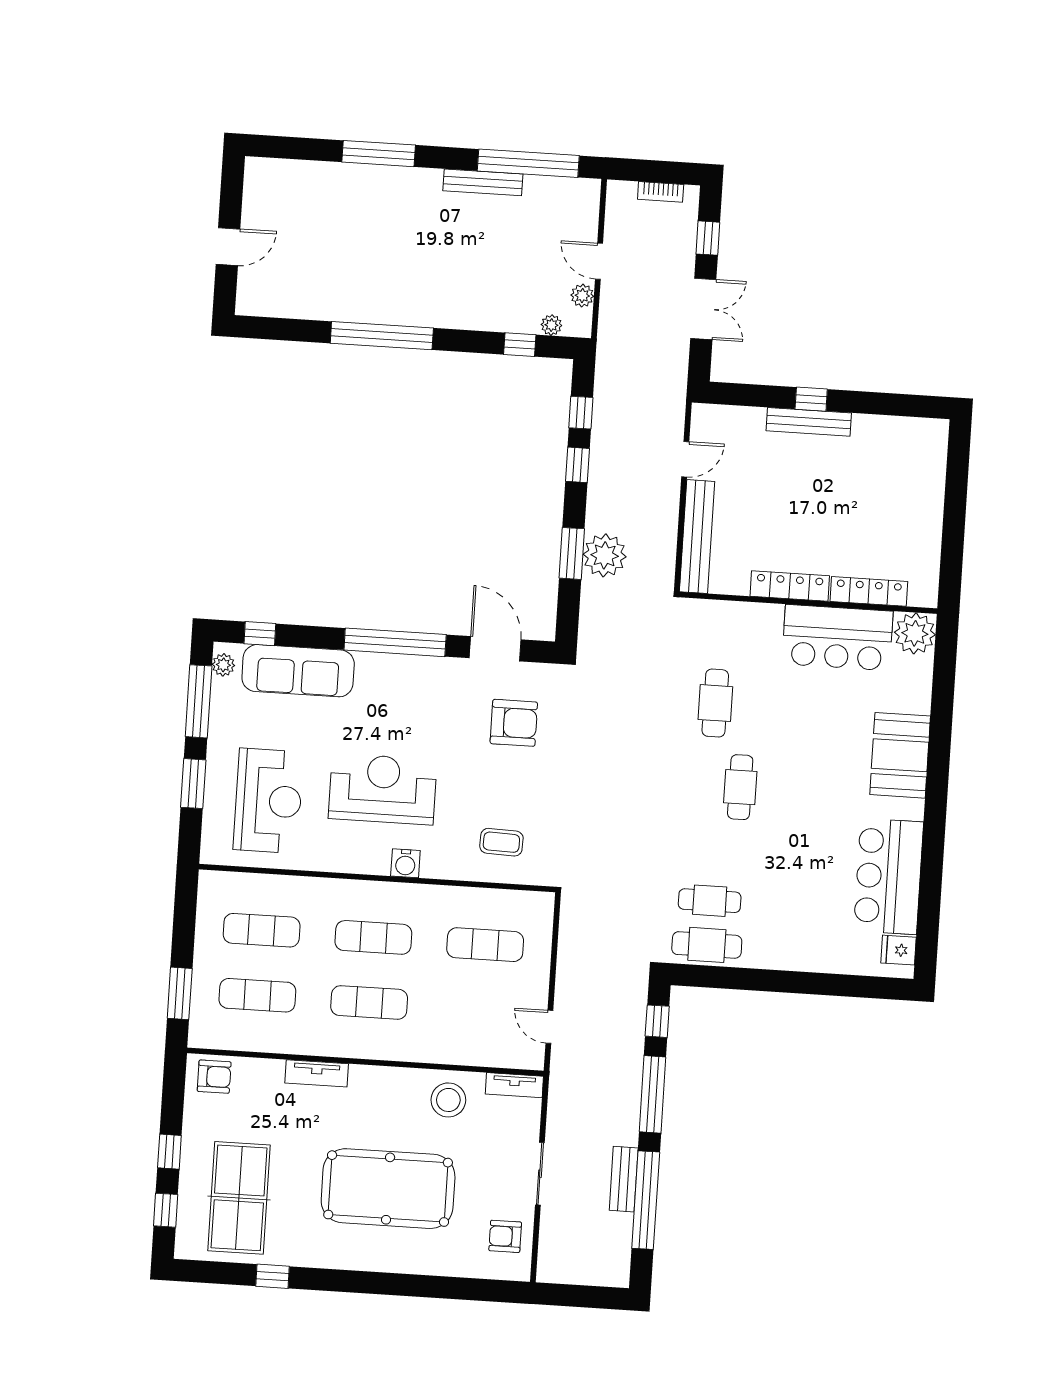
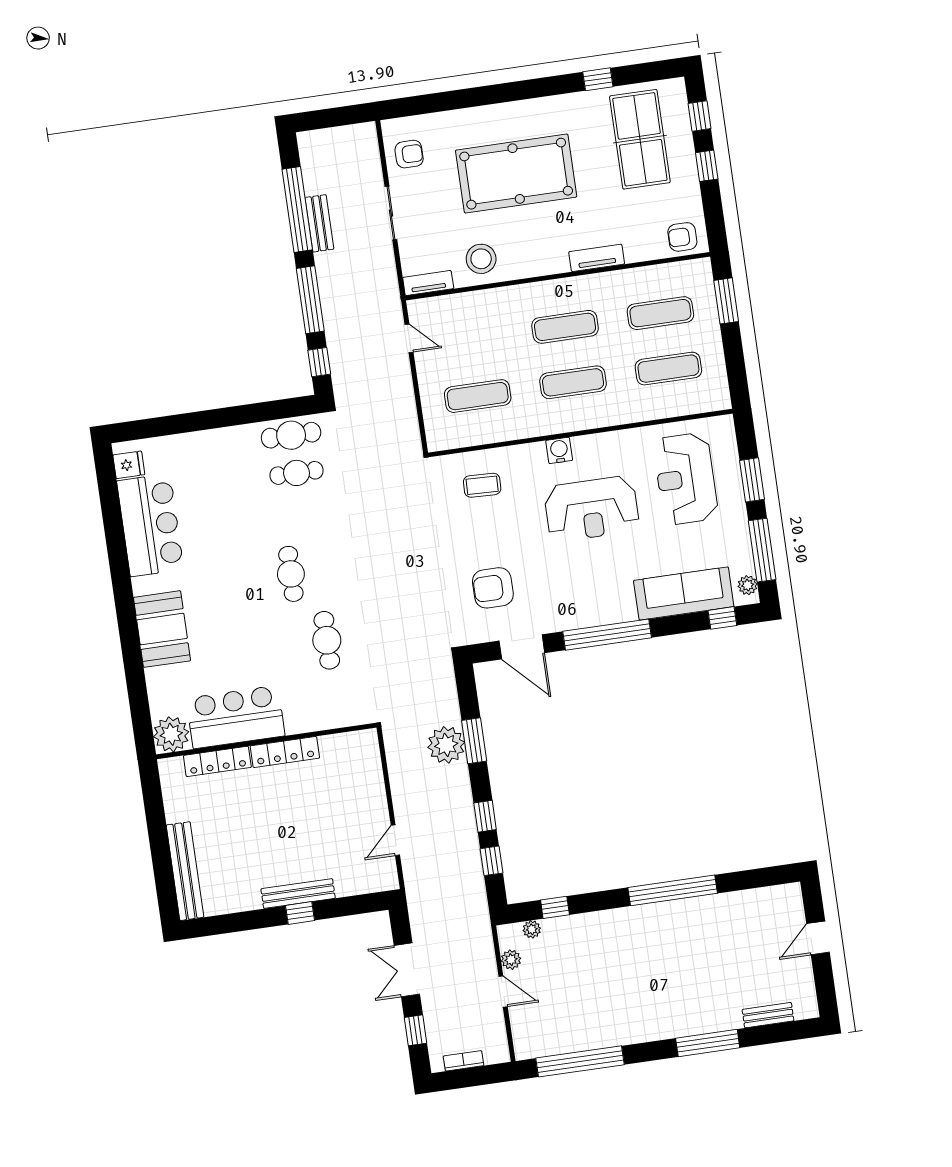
bench: (483, 182) -> (768, 1015), moved, width x0.73
bench: (697, 537) -> (185, 871), moved

